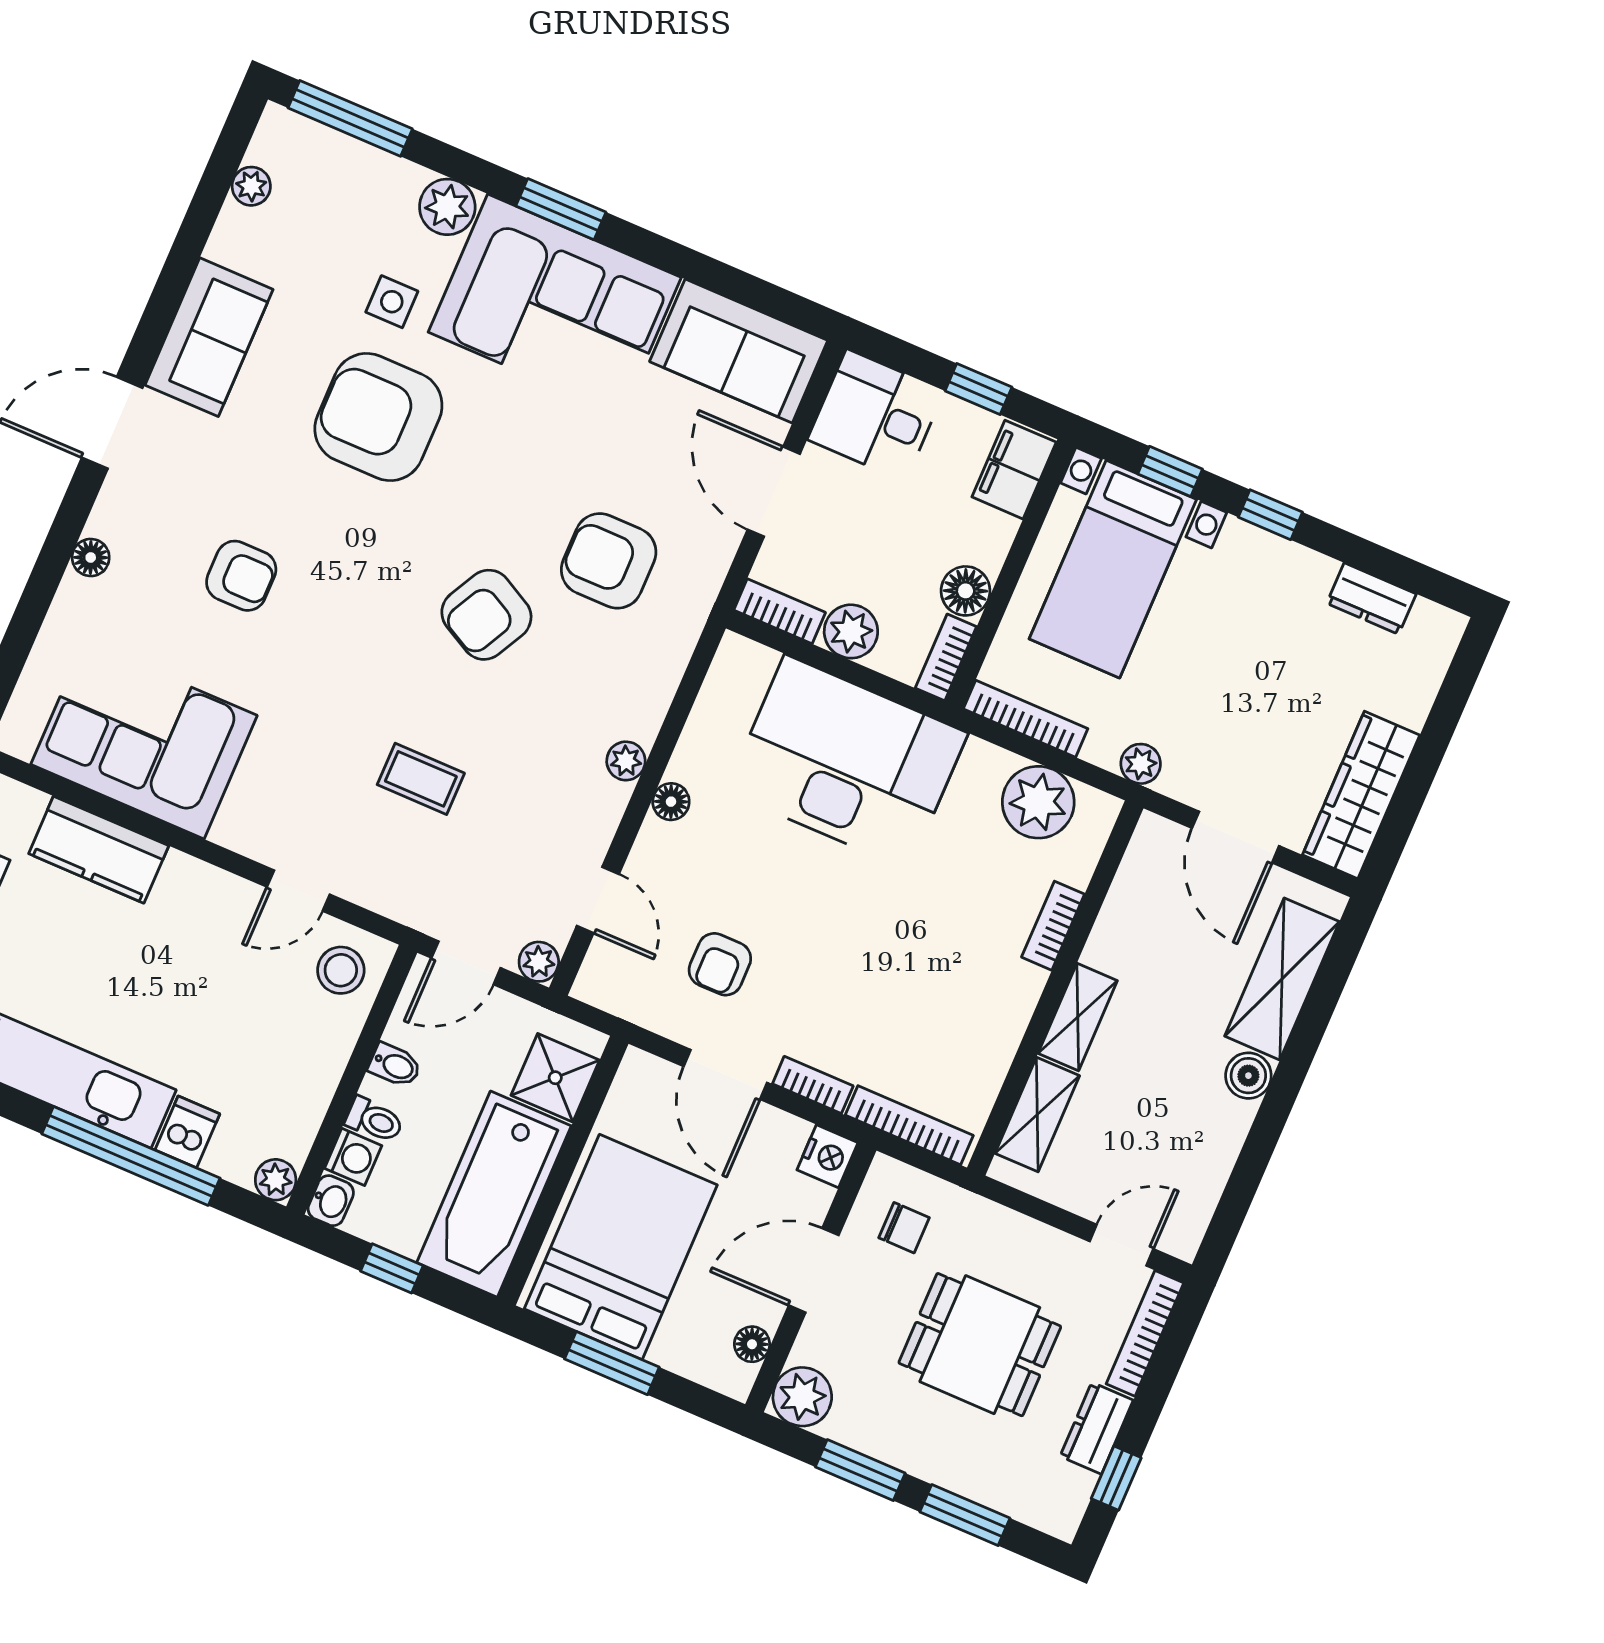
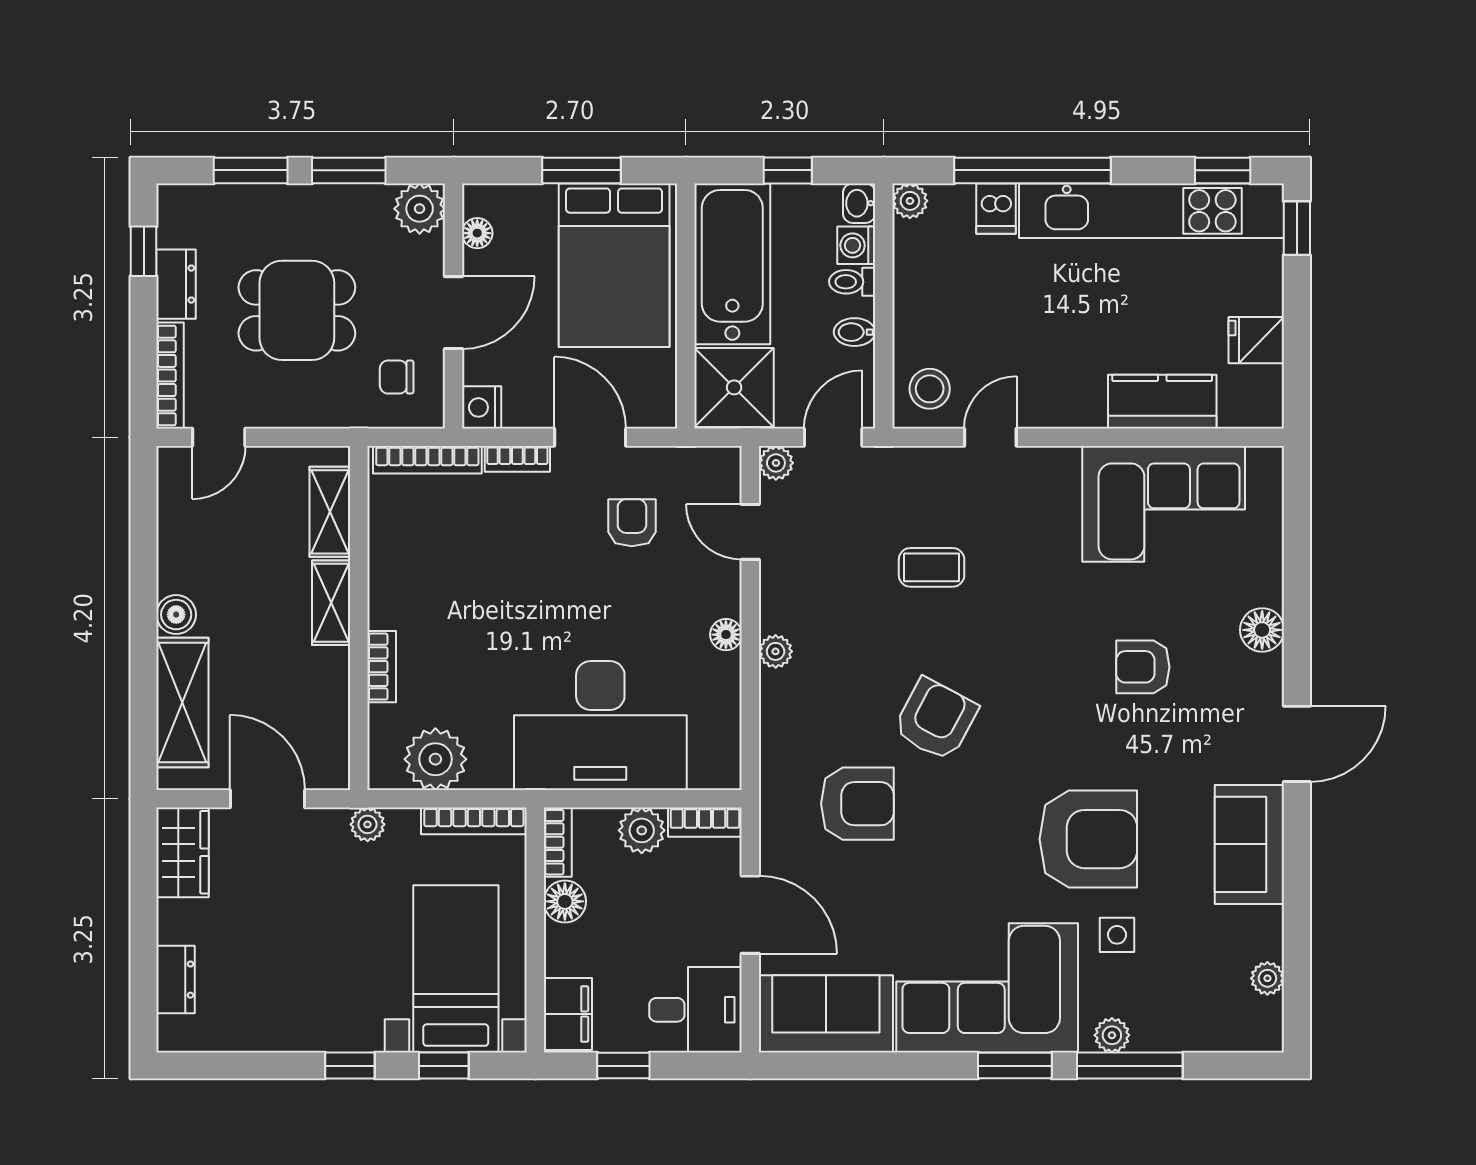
window: (350, 118) -> (1130, 1066), moved
plant: (447, 207) -> (1112, 1035), width x0.73, depth x0.73
floor lamp: (91, 558) -> (1262, 630), width x1.37, depth x1.37
dresser: (1371, 599) -> (176, 980), moved, turned 90
wardrobe: (1361, 795) -> (183, 852), width x0.67
shower: (555, 1078) -> (734, 387), width x1.36, depth x1.36

